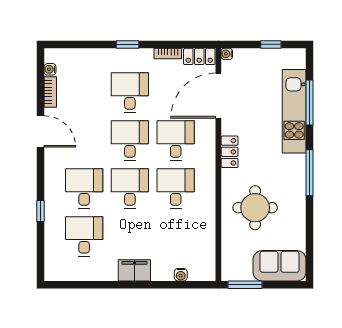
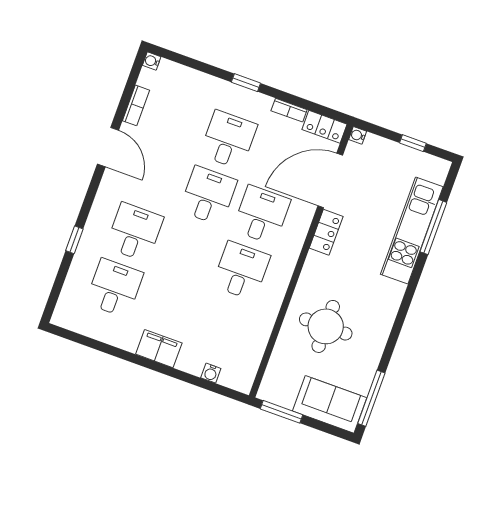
water cooler: (50, 69) -> (152, 61), moved
locker: (230, 152) -> (326, 232), moved
window: (310, 173) -> (371, 398), moved
desk: (130, 189) -> (188, 251), removed

